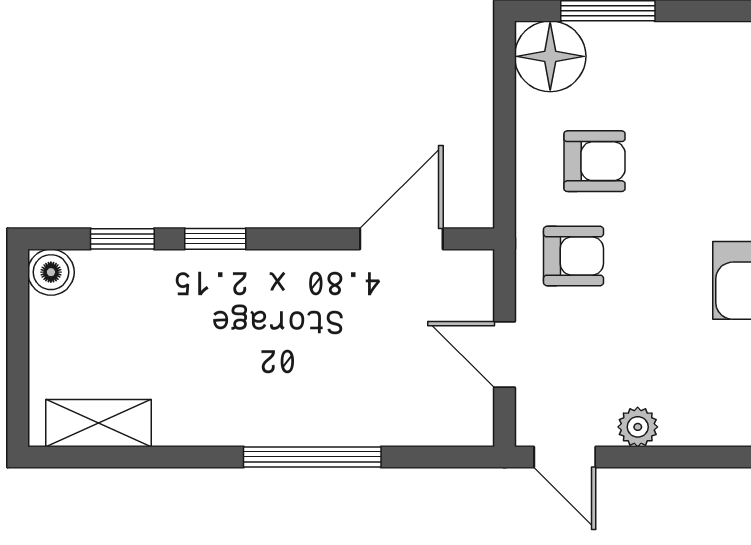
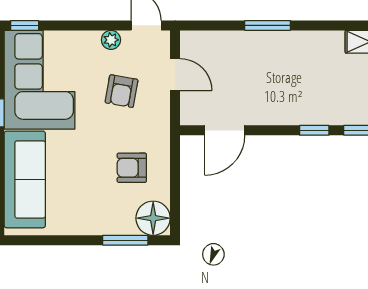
armchair: (574, 256) -> (122, 91), moved, turned -80
window: (312, 457) -> (268, 25), width x0.69

